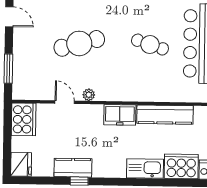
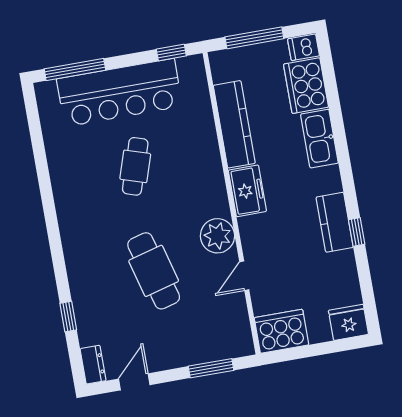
plant: (89, 95) -> (217, 236), width x1.88, depth x1.88
kitchen counter: (73, 168) -> (335, 222), moved

